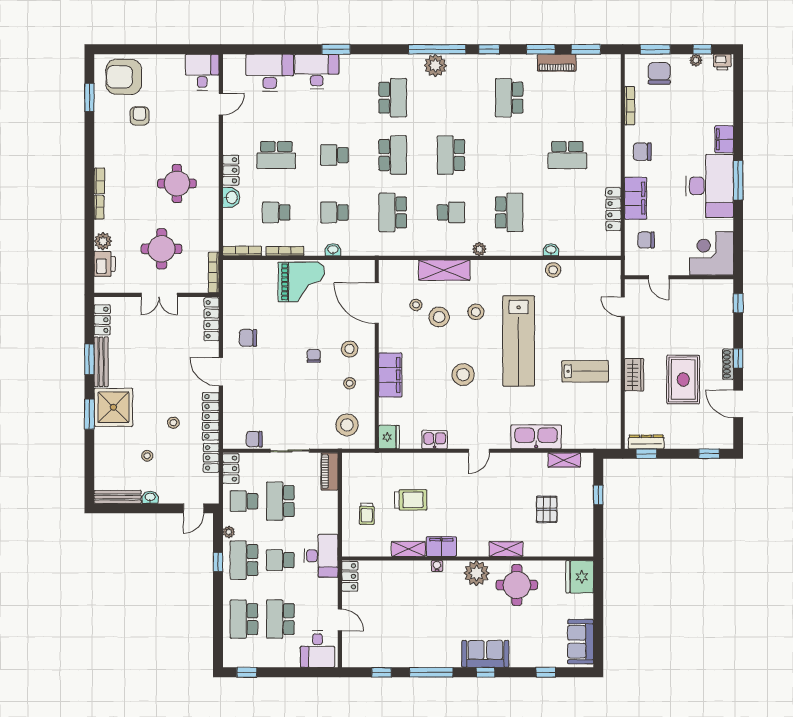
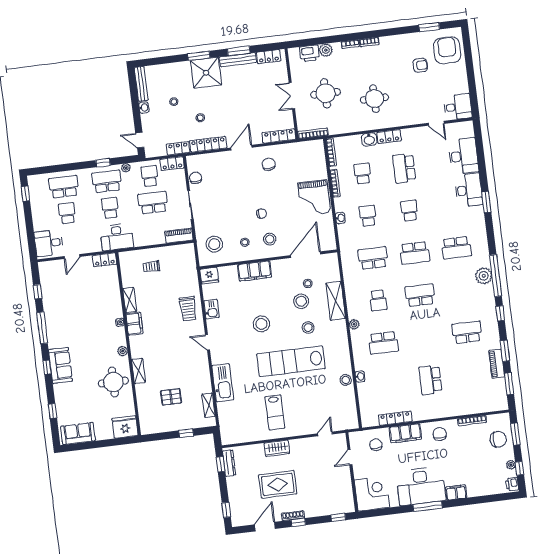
trolley: (411, 500) -> (188, 309), moved
plant: (476, 573) -> (123, 351), width x0.53, depth x0.53
school desk: (280, 619) -> (67, 213), width x0.54

